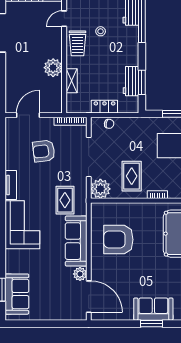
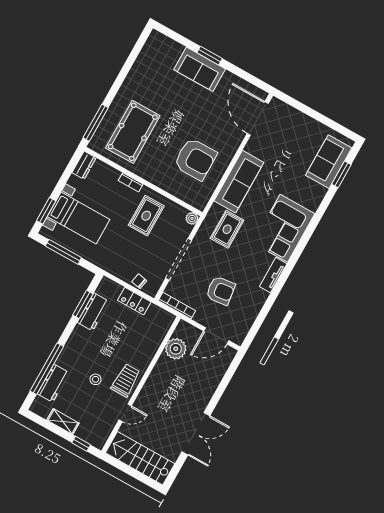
plant: (53, 68) -> (176, 349), moved
shelving: (72, 81) -> (153, 346), removed
plant: (100, 189) -> (192, 218), width x0.53, depth x0.53
plant: (80, 274) -> (254, 146), removed

